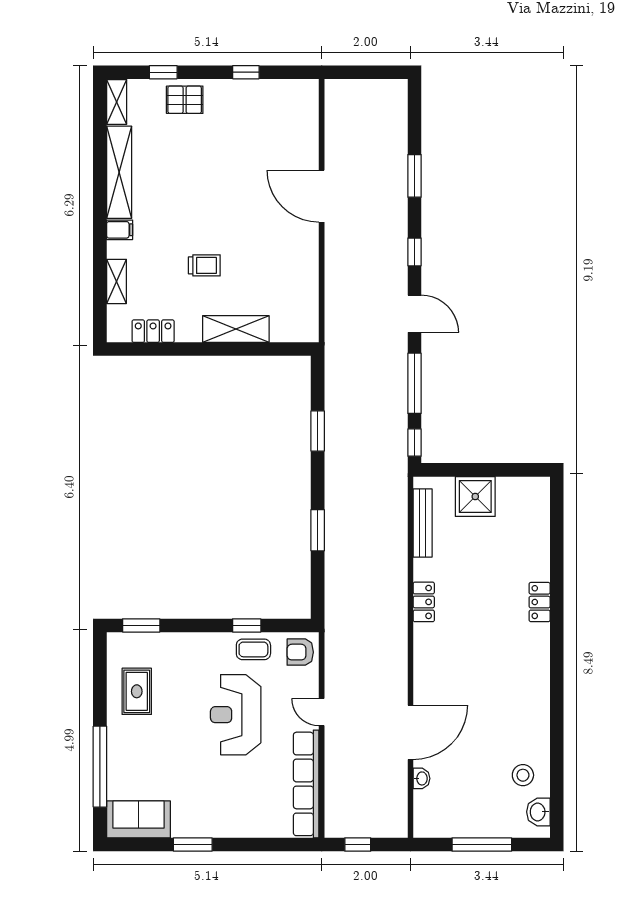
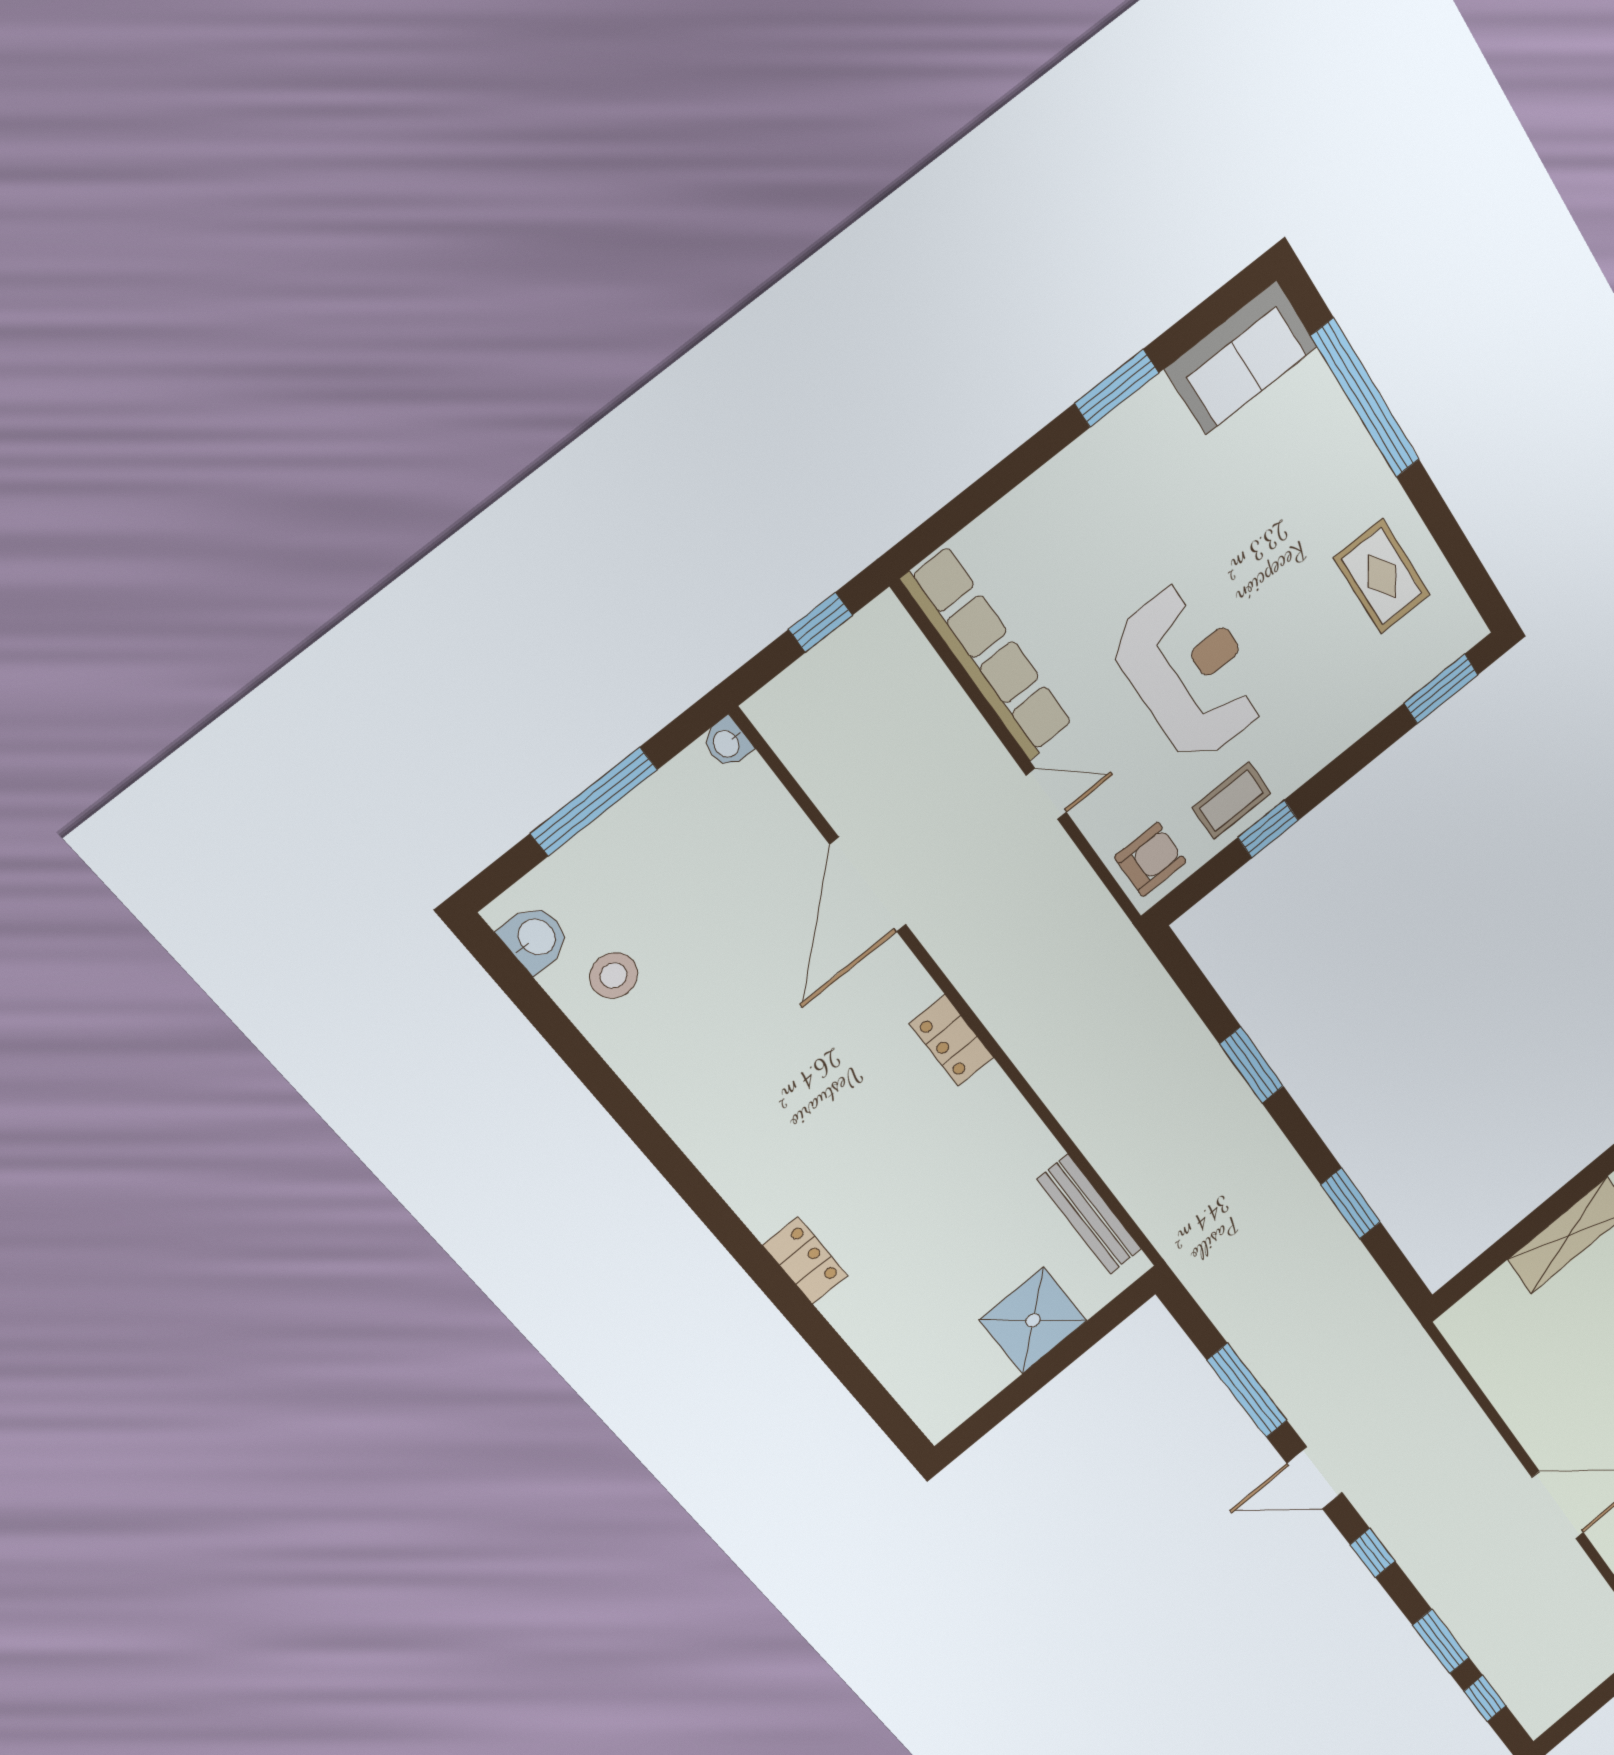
window: (415, 443) -> (1485, 1699), moved
locker: (424, 602) -> (952, 1041), moved
washbasin: (421, 778) -> (727, 743), moved

